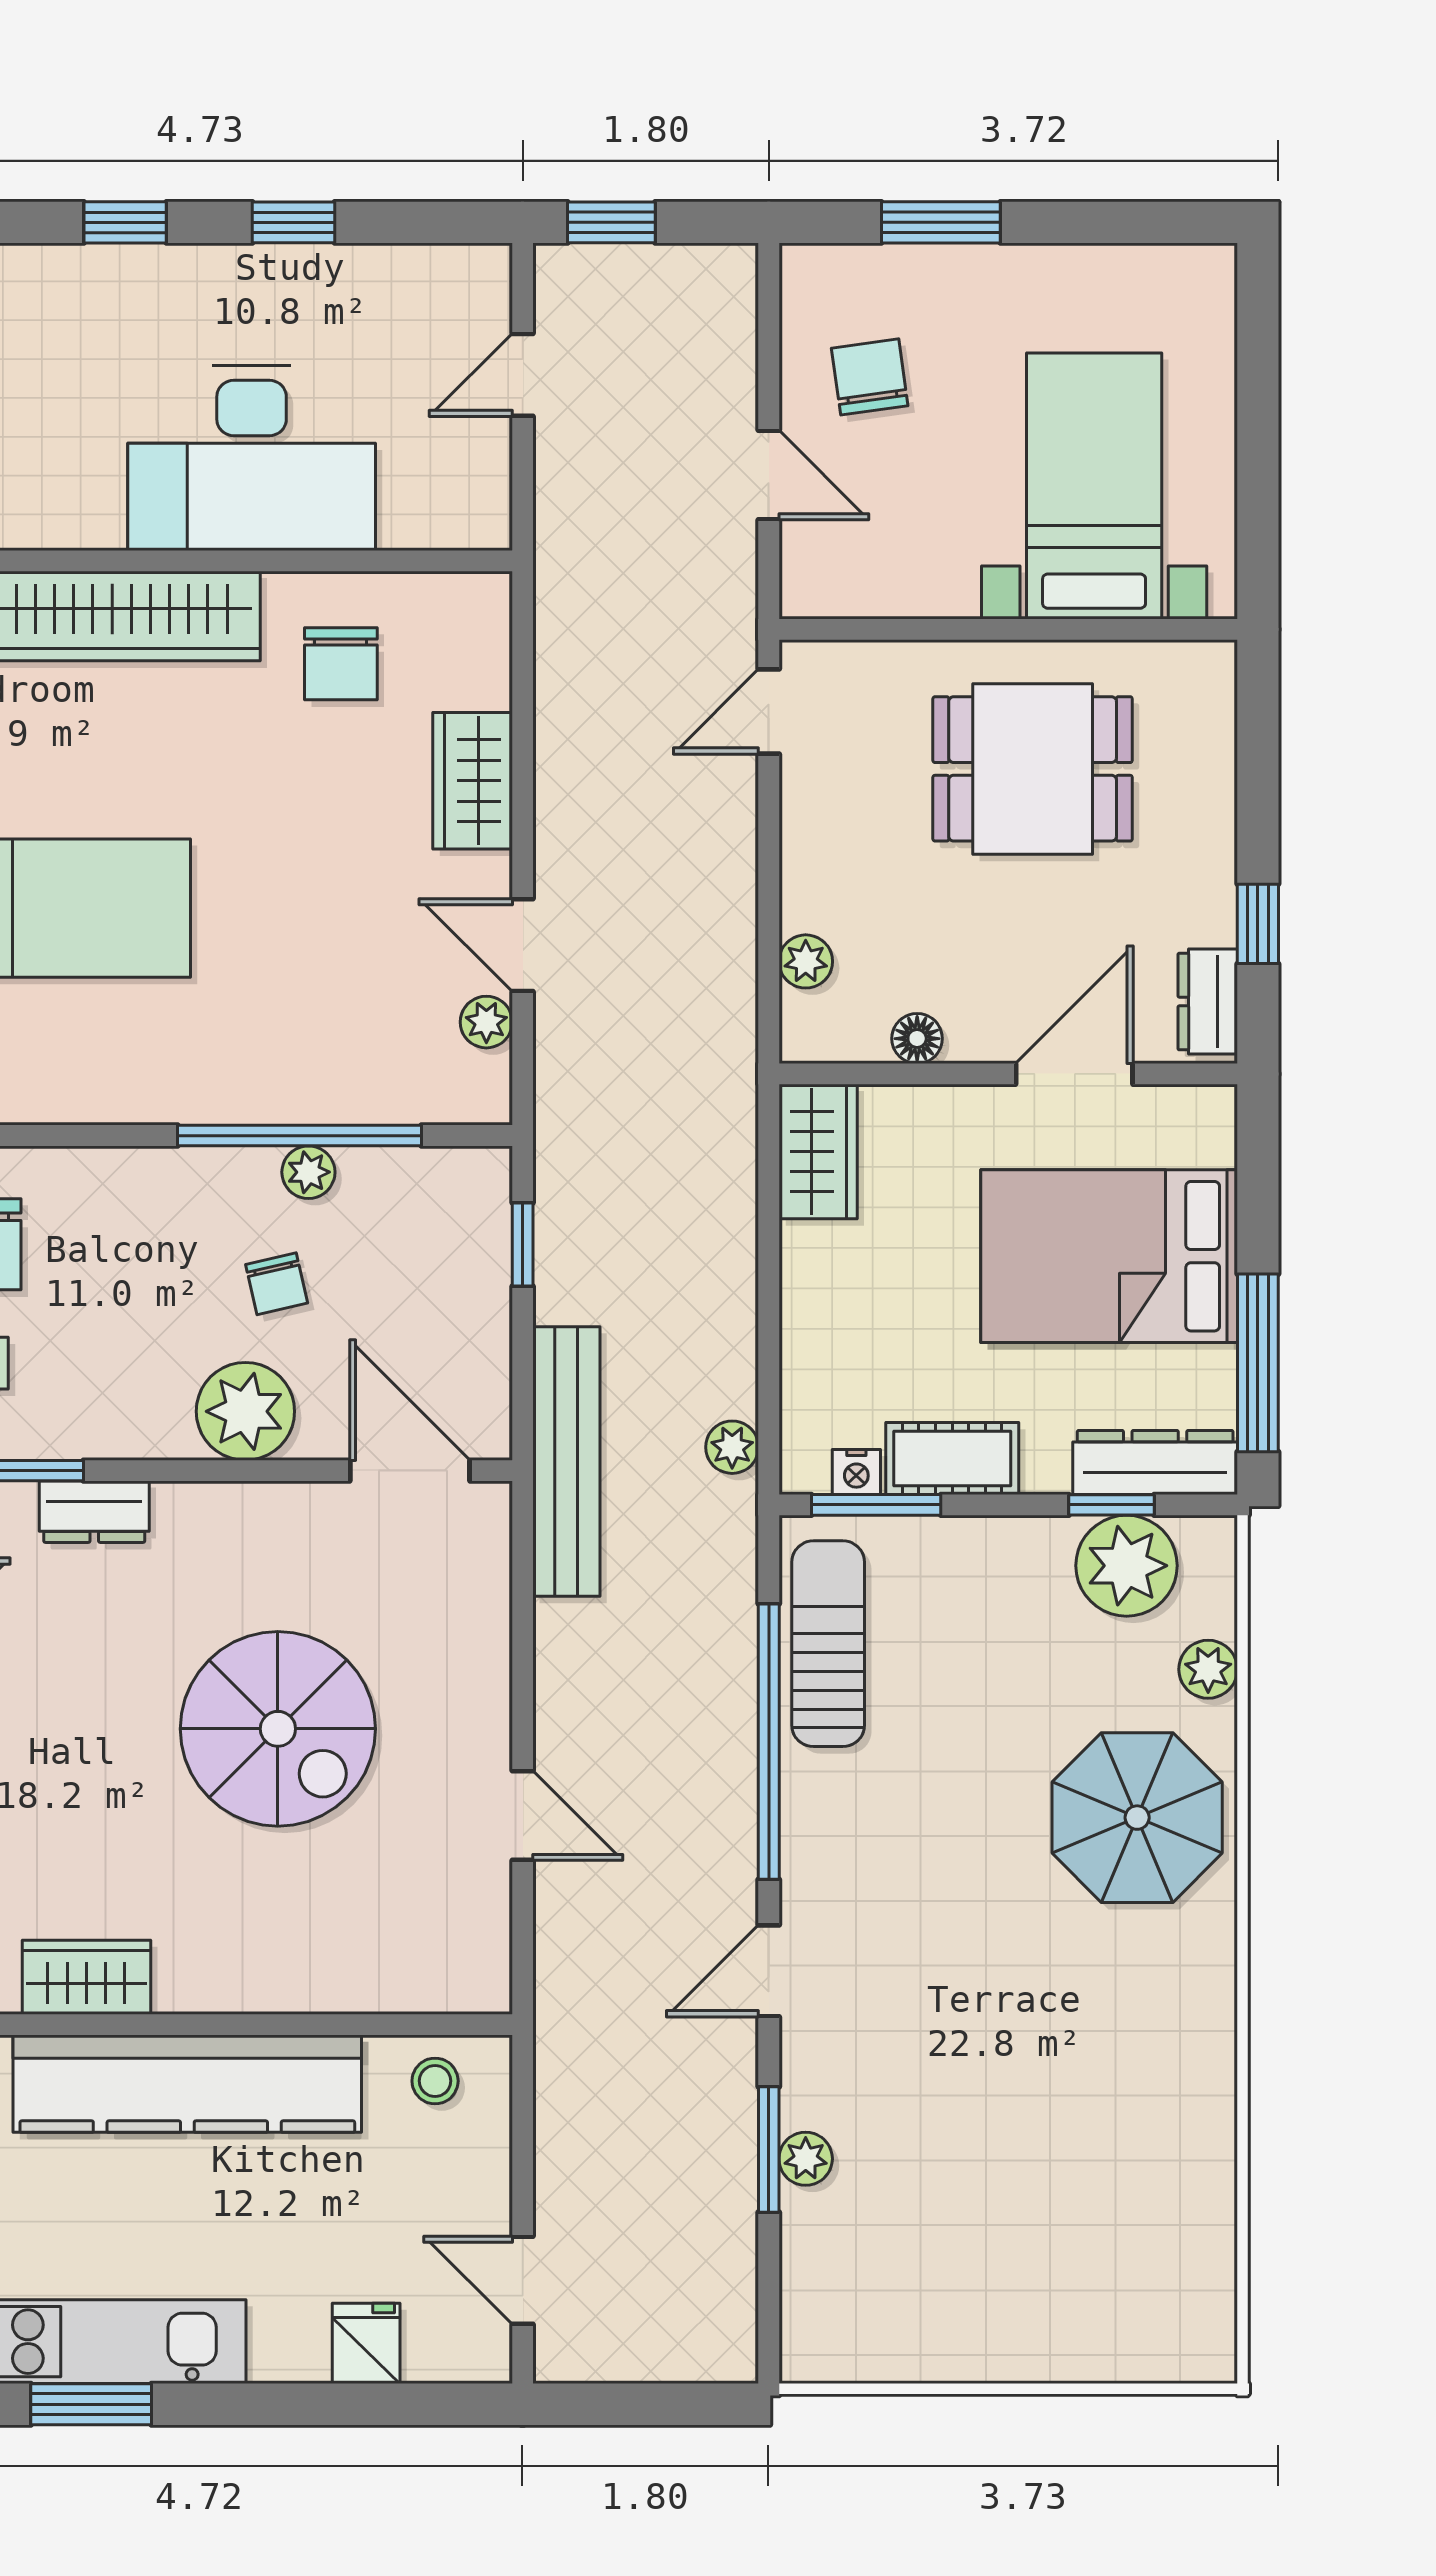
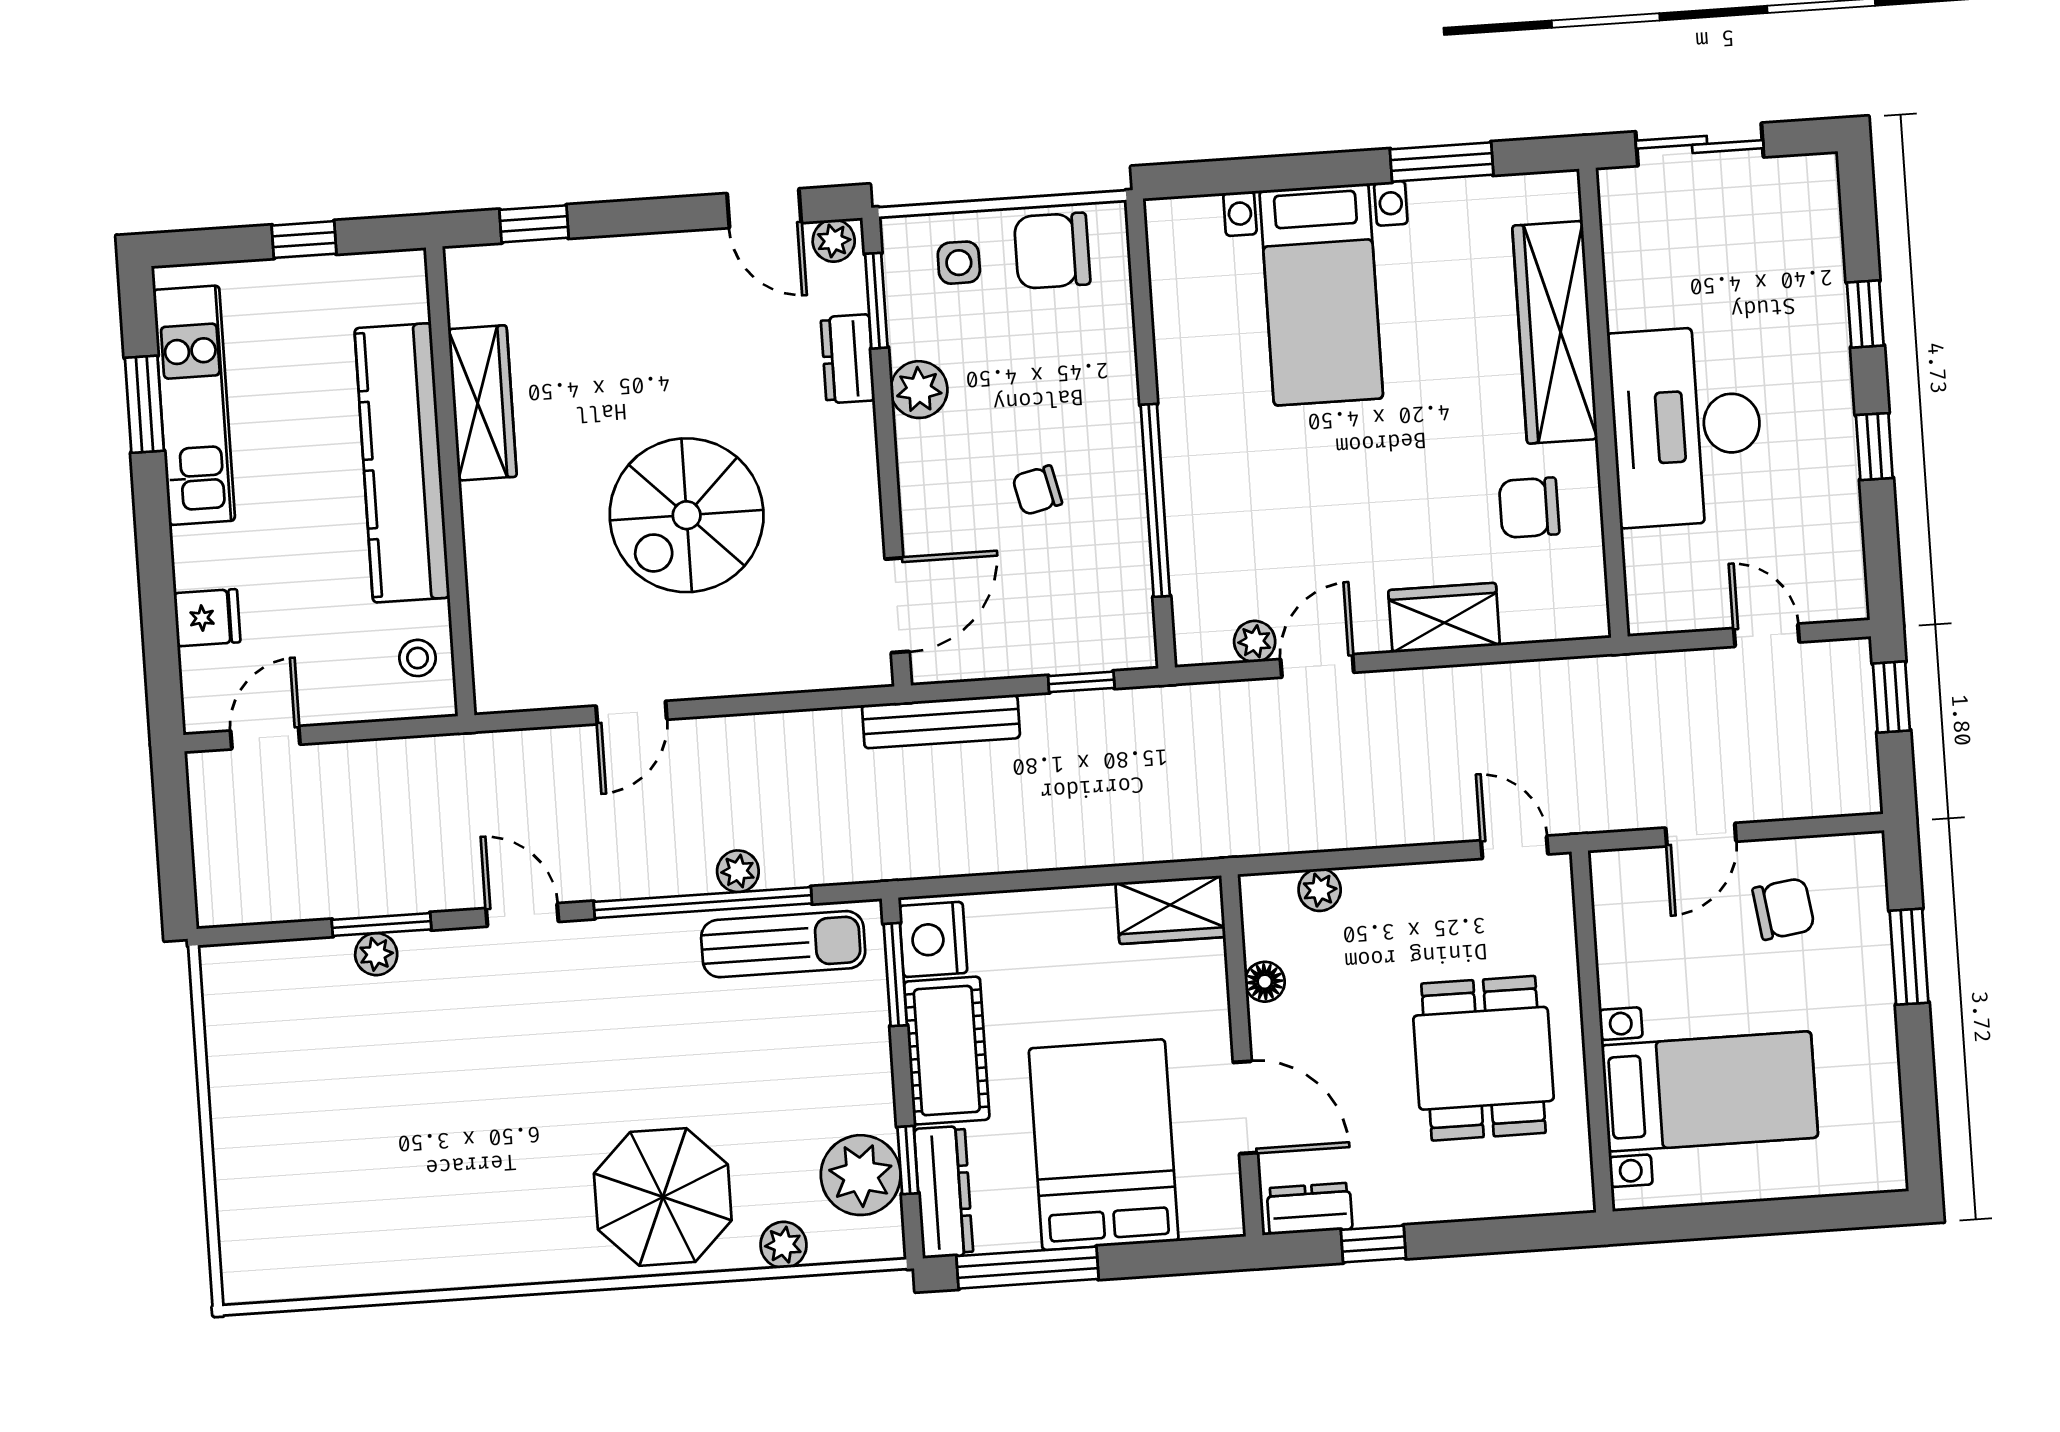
plant: (308, 1172) -> (1127, 509), removed
plant: (245, 1411) -> (919, 390), moved, width x0.73, depth x0.73
plant: (732, 1447) -> (738, 871), moved
cot: (952, 1459) -> (947, 1051), width x1.37, depth x1.34
bench: (566, 1461) -> (941, 721), width x0.73, depth x0.82
nightstand: (856, 1472) -> (933, 939), width x1.89, depth x1.79
wardrobe: (86, 1977) -> (482, 403), width x1.50

